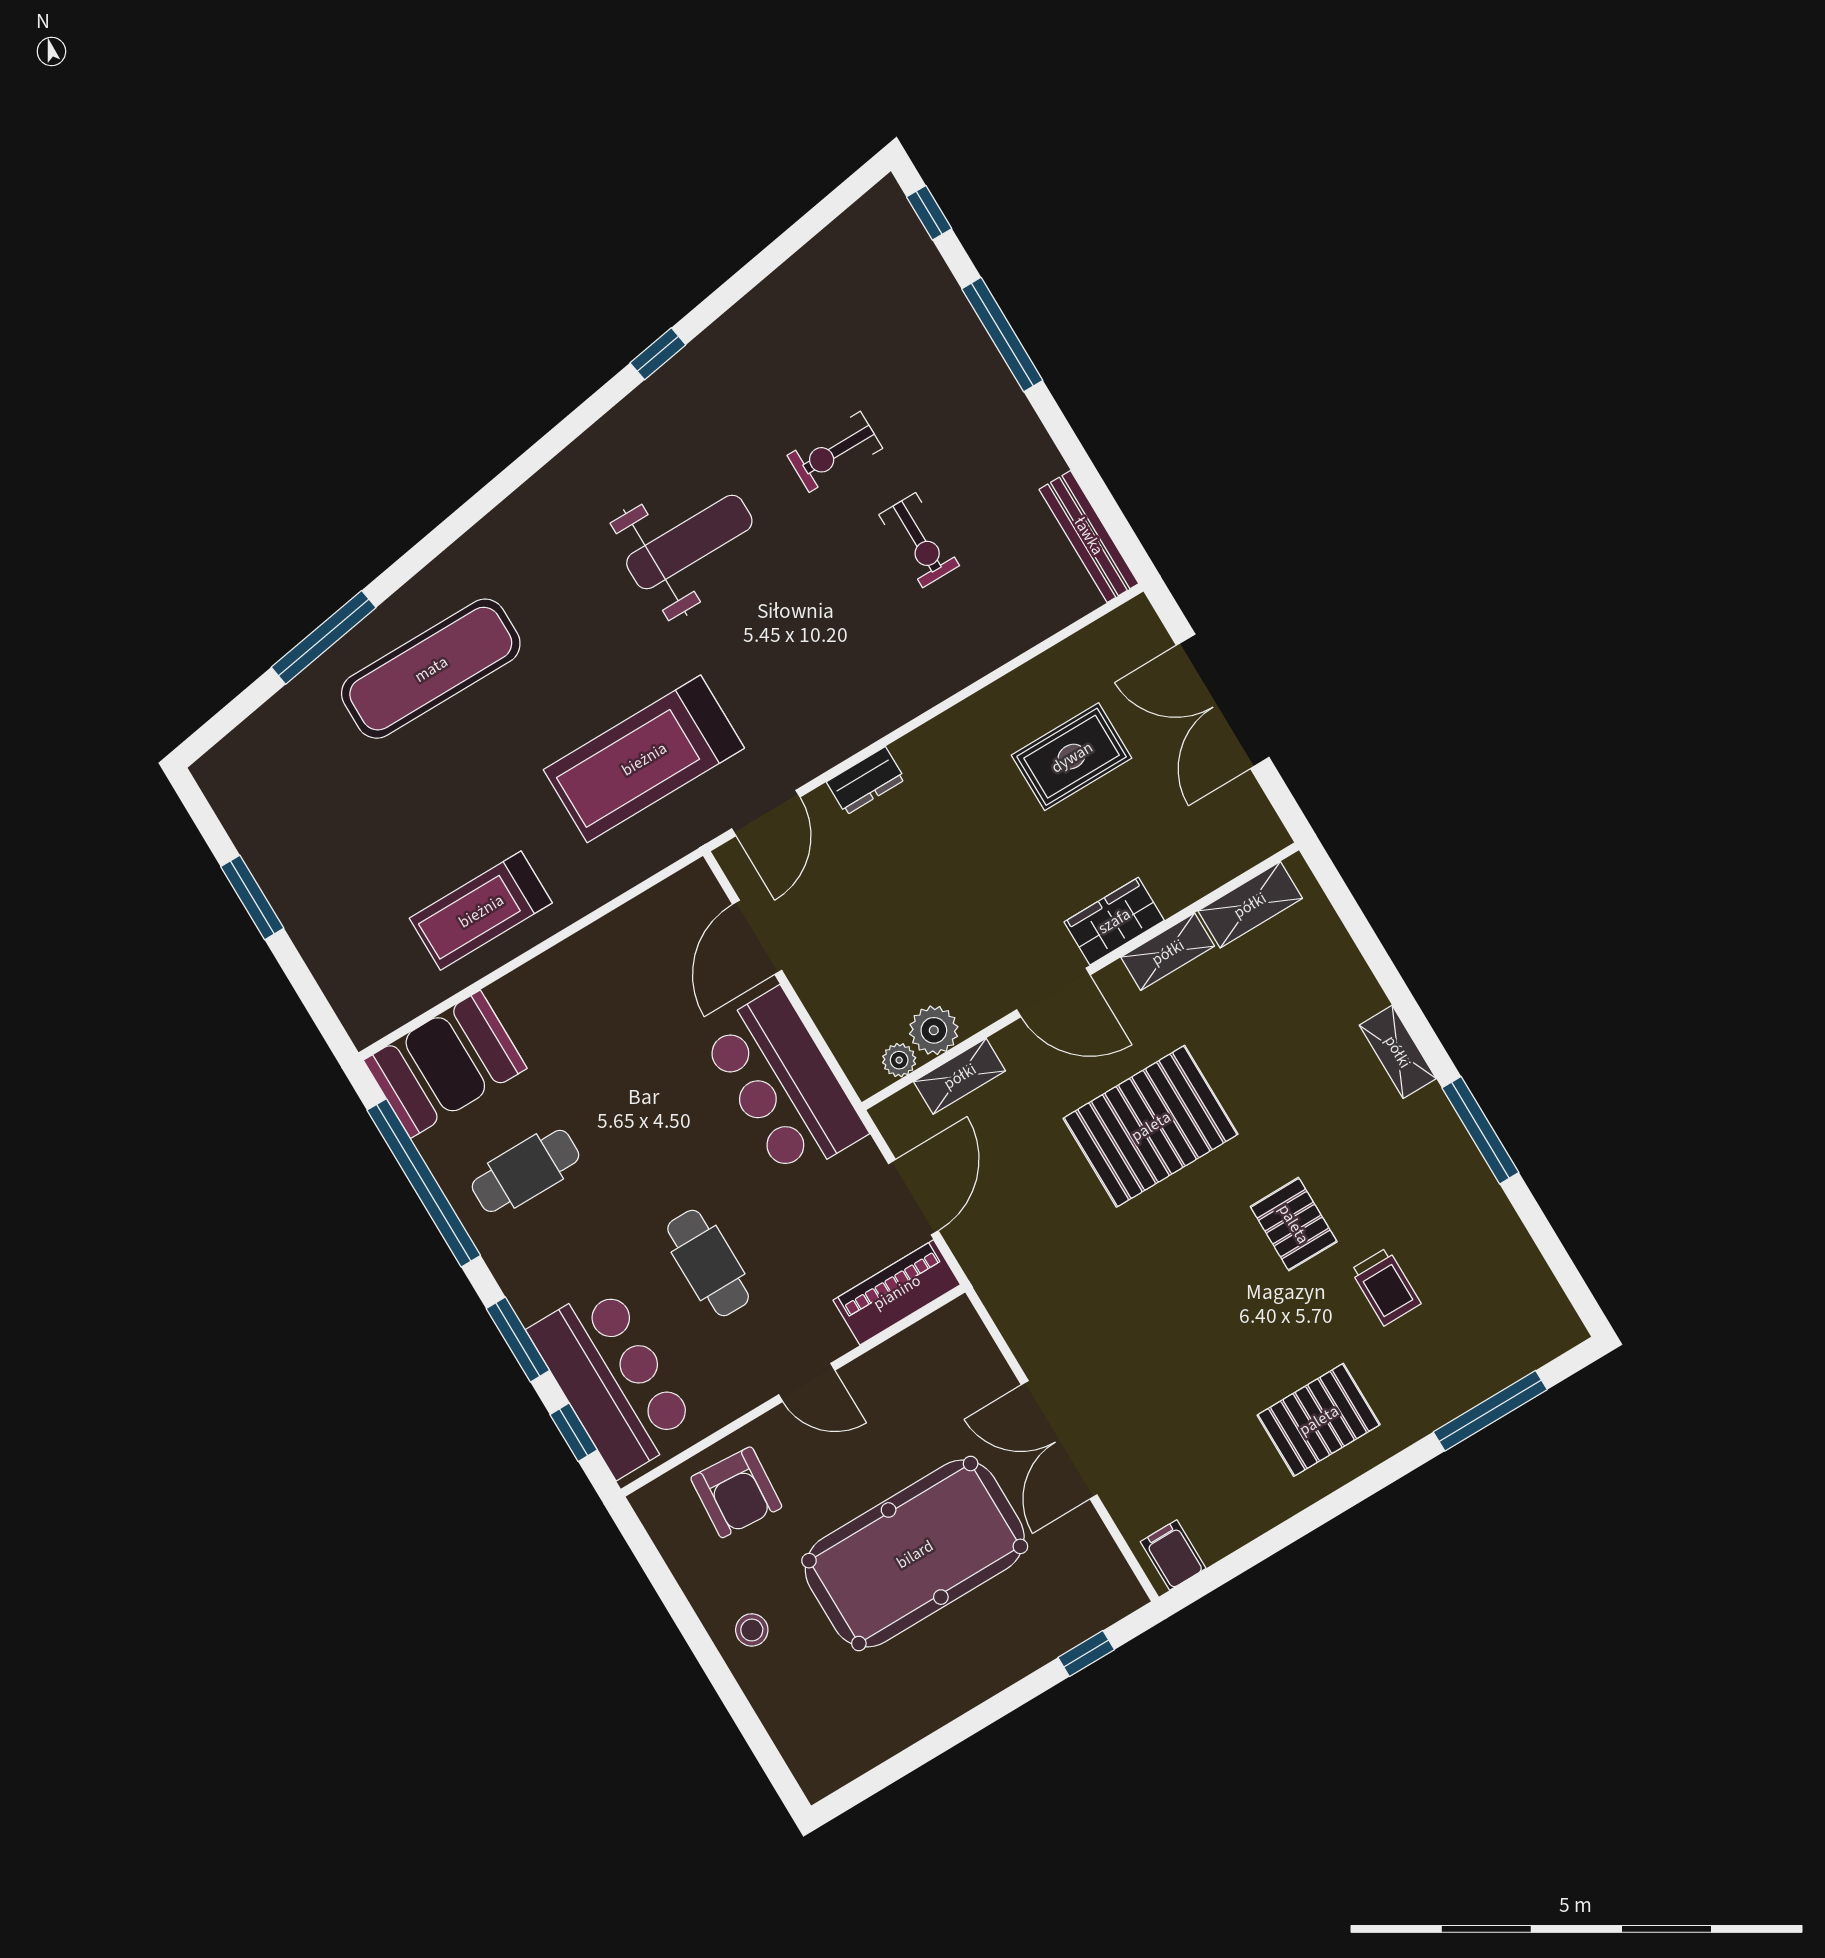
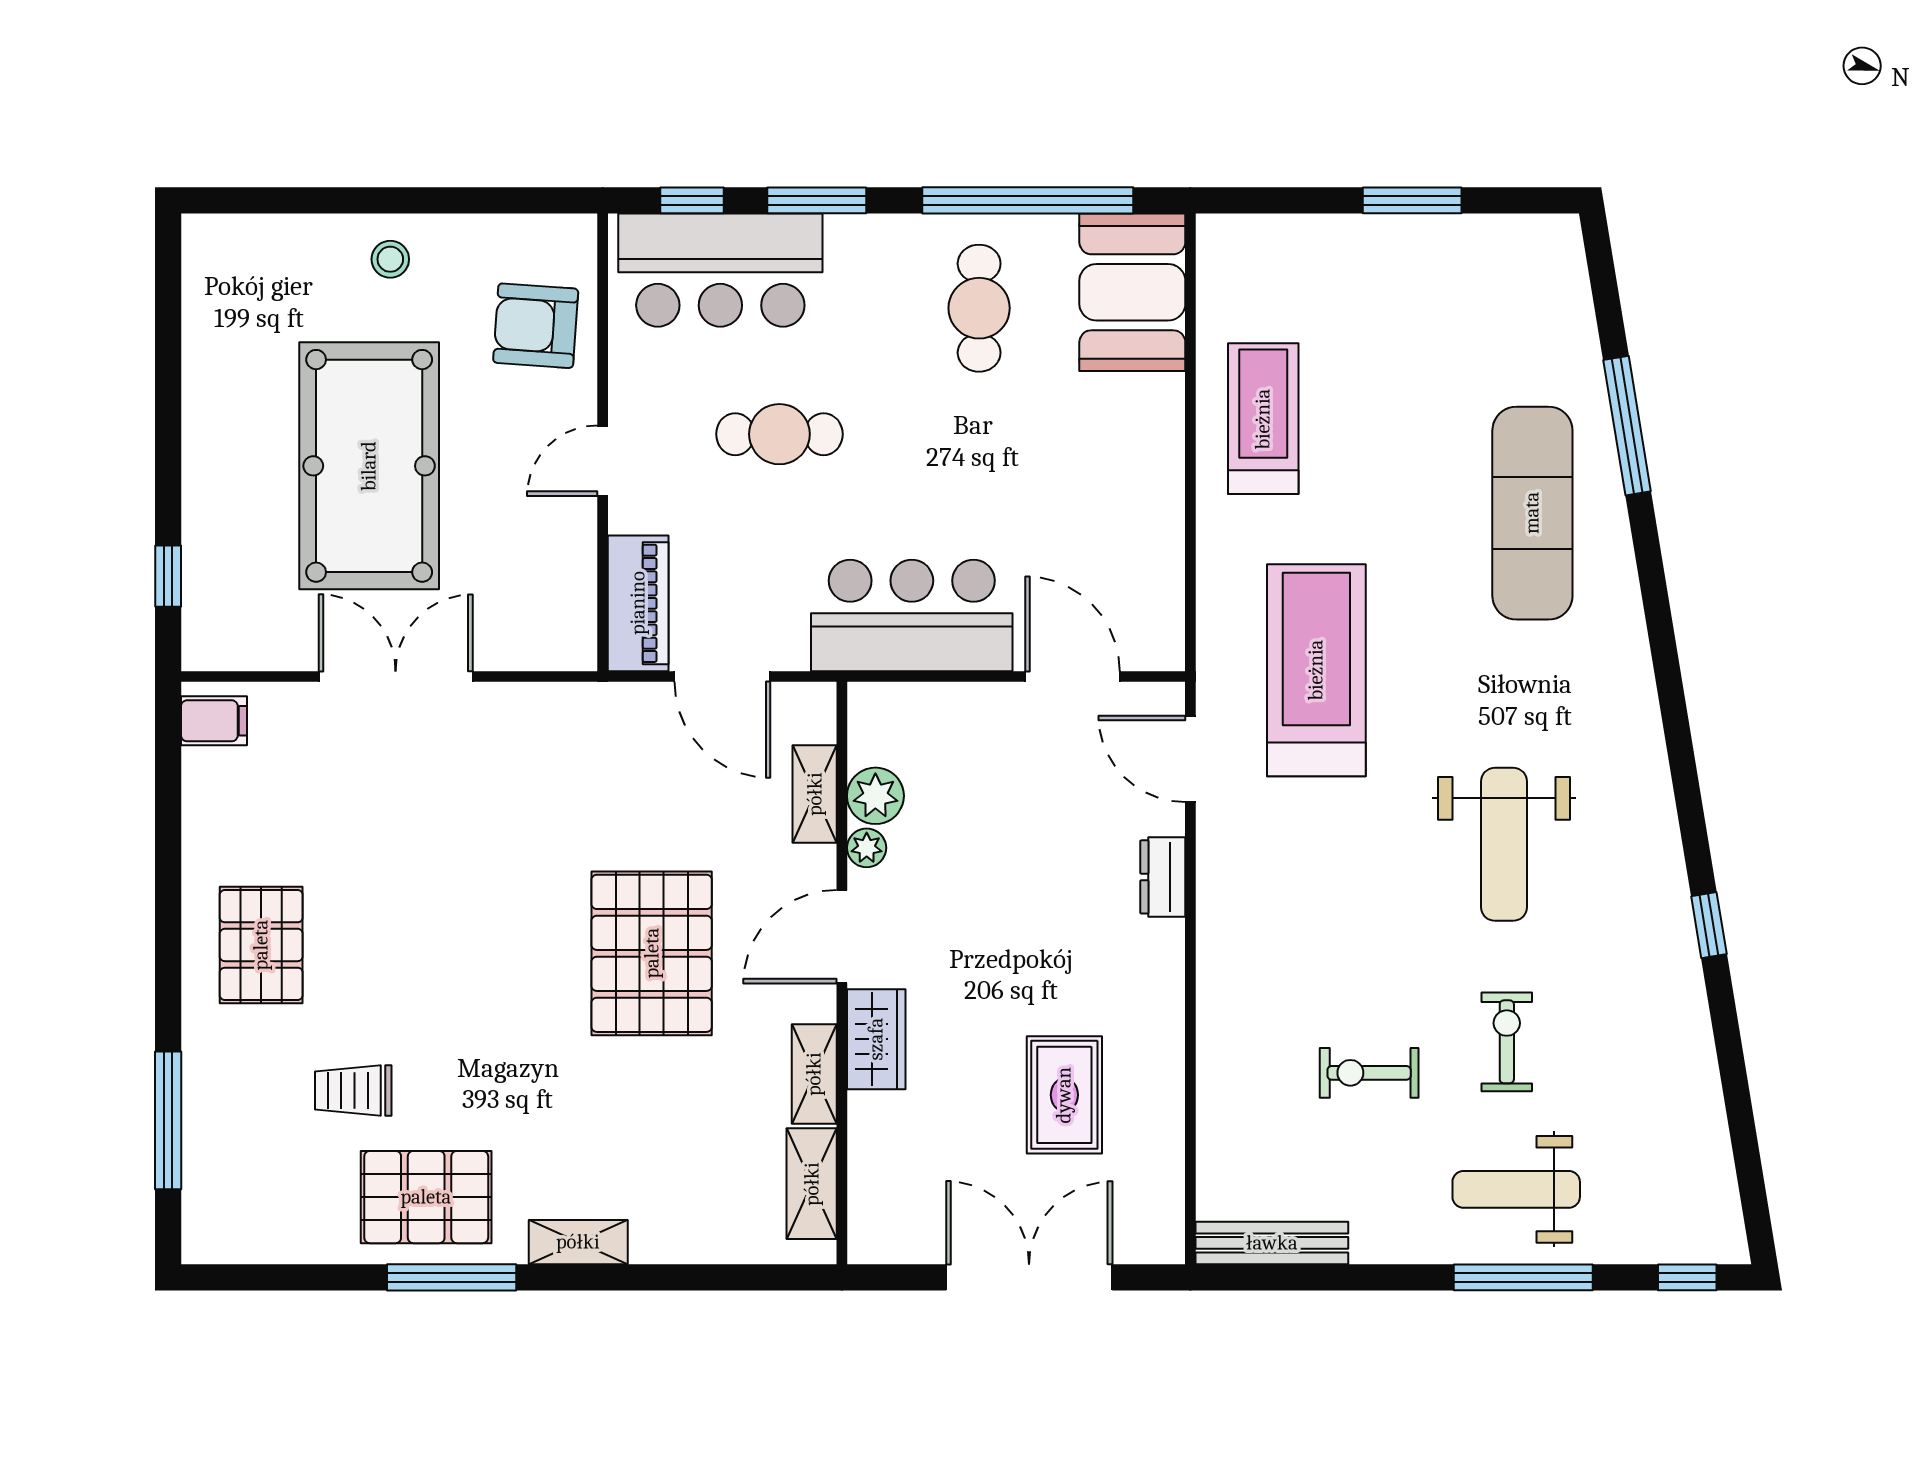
weight bench: (940, 379) -> (1516, 1189), added
plant: (899, 1060) -> (867, 848), moved
pallet: (1294, 1224) -> (426, 1197), moved, width x1.50, depth x1.42

